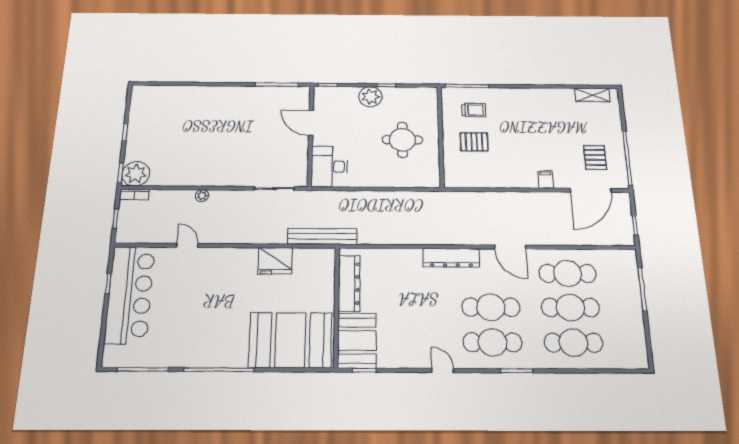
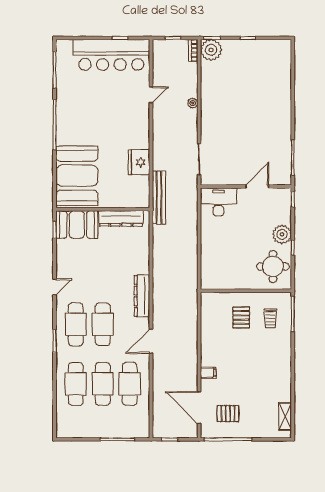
round table: (402, 140) -> (273, 267), moved

